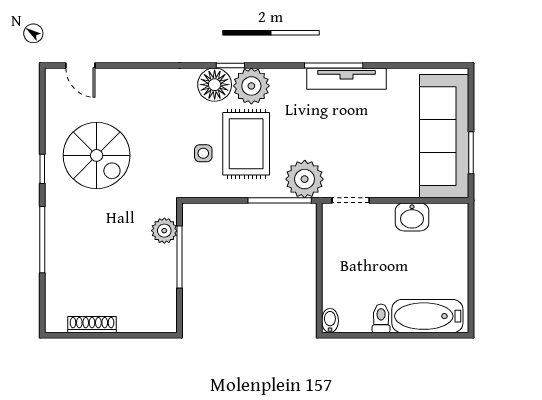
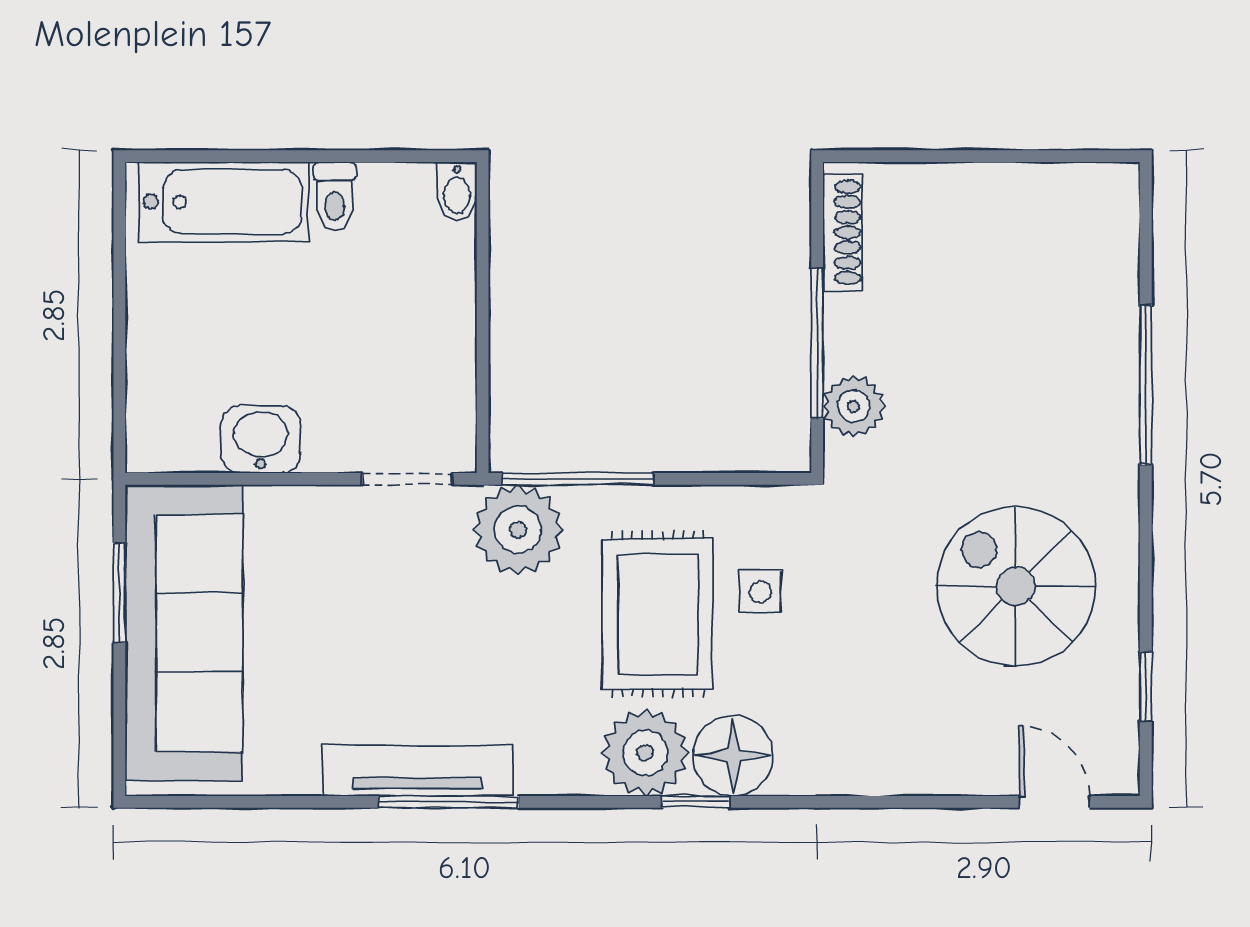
window: (42, 169) -> (1146, 686), moved
shoe rack: (92, 325) -> (843, 232), moved, turned -90

